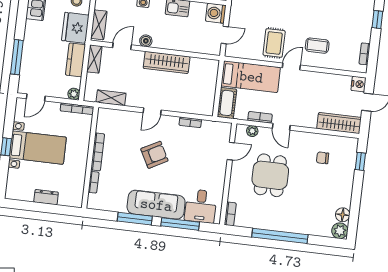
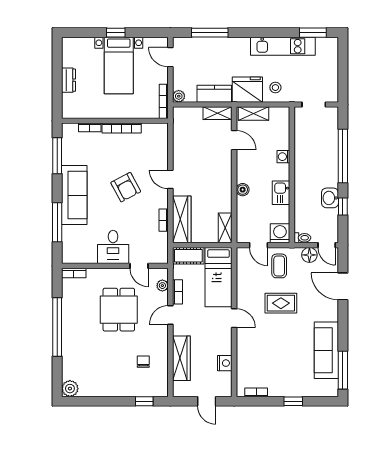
boiler: (146, 41) -> (243, 190), moved
rug: (274, 43) -> (281, 303), moved
coffee table: (317, 46) -> (279, 266), moved
wardrobe: (167, 62) -> (182, 219), moved, turned 180
nightstand: (358, 84) -> (225, 363), moved, turned -90
shelving: (111, 98) -> (225, 228), moved
wardrobe: (339, 123) -> (181, 358), moved
dining table: (270, 175) -> (119, 310), turned 90
desk: (201, 206) -> (113, 247), moved, turned -90
floor lamp: (343, 215) -> (87, 389), removed
window: (135, 219) -> (57, 156), moved

